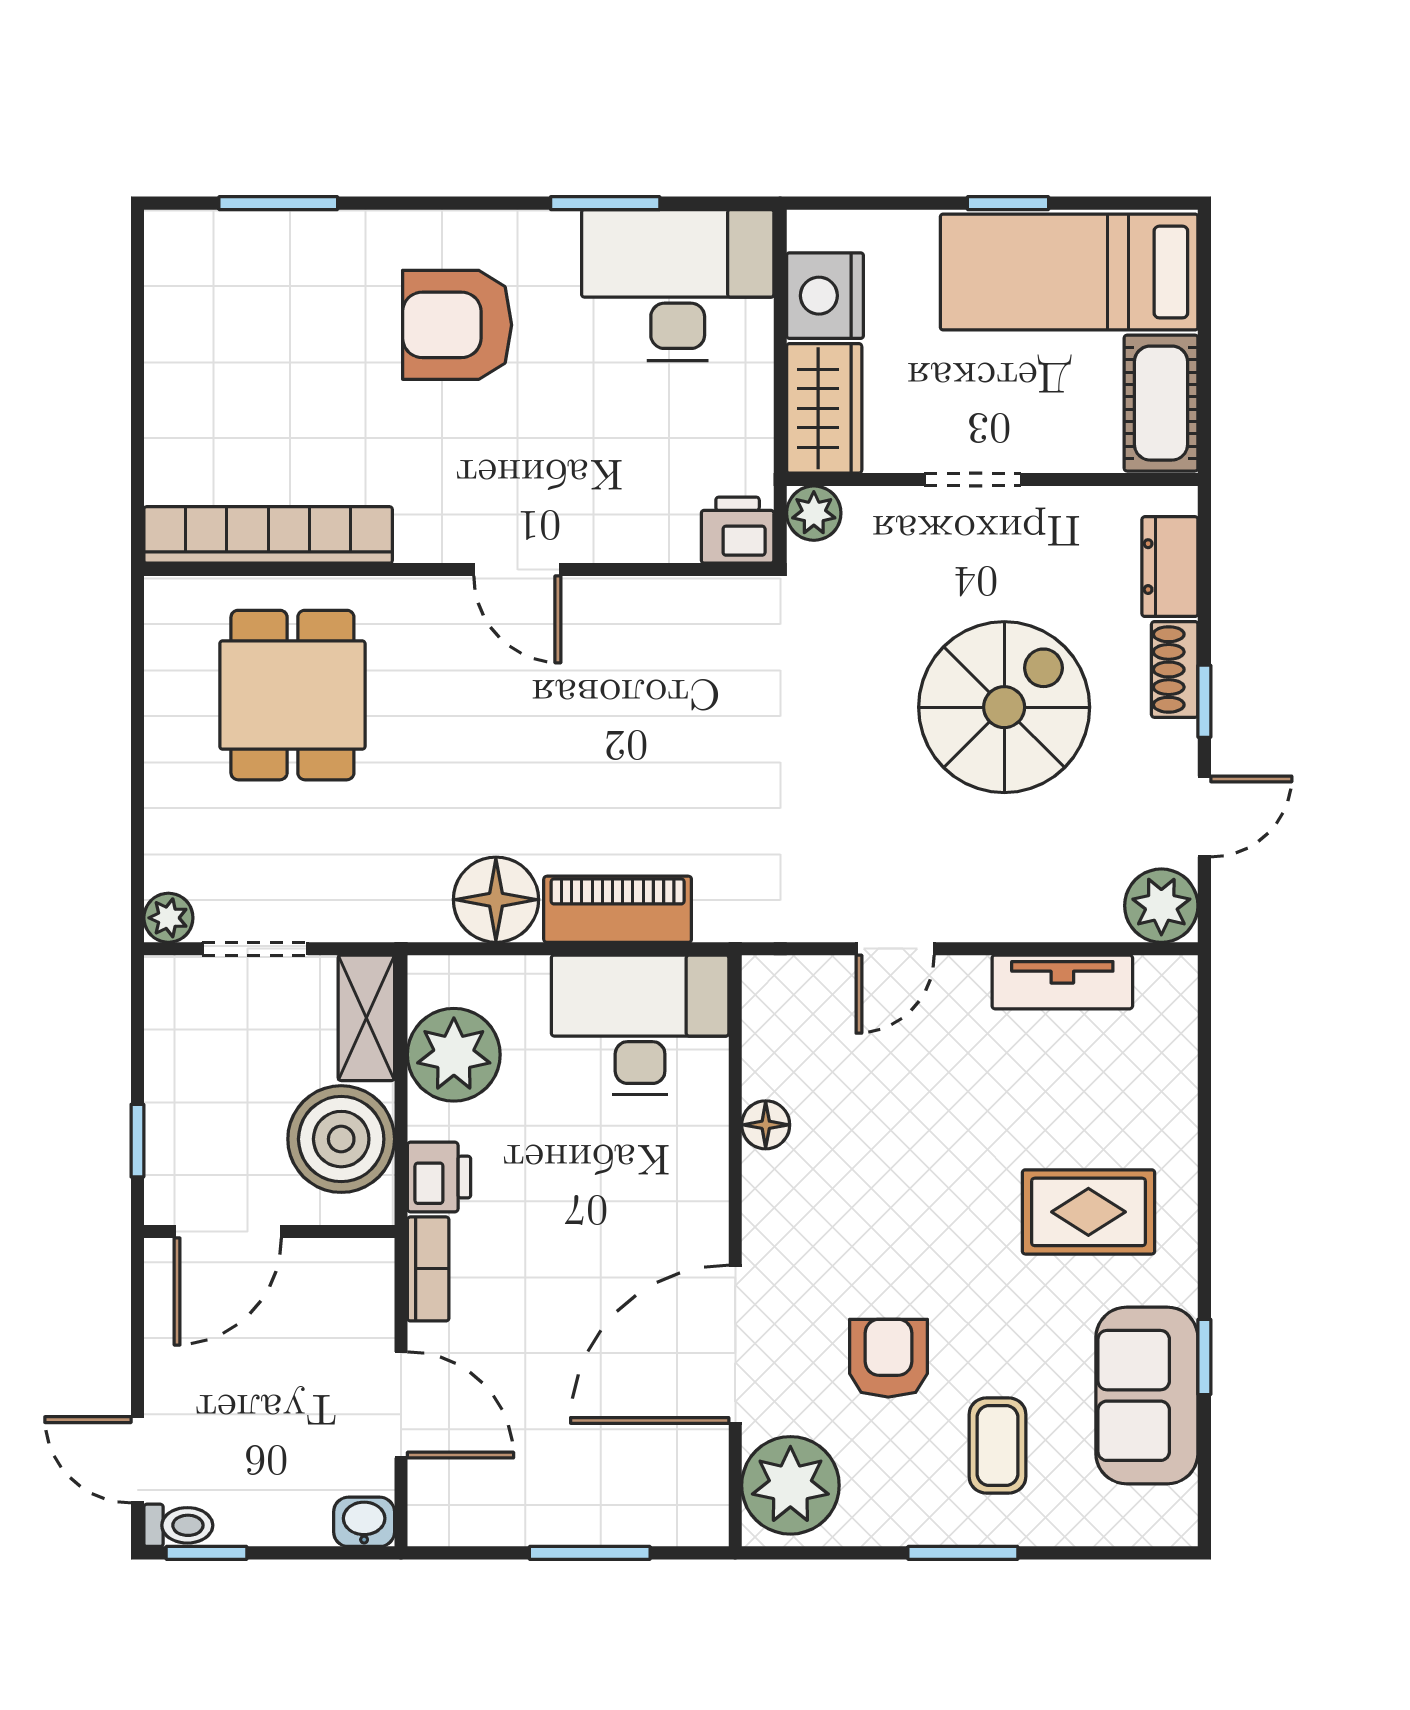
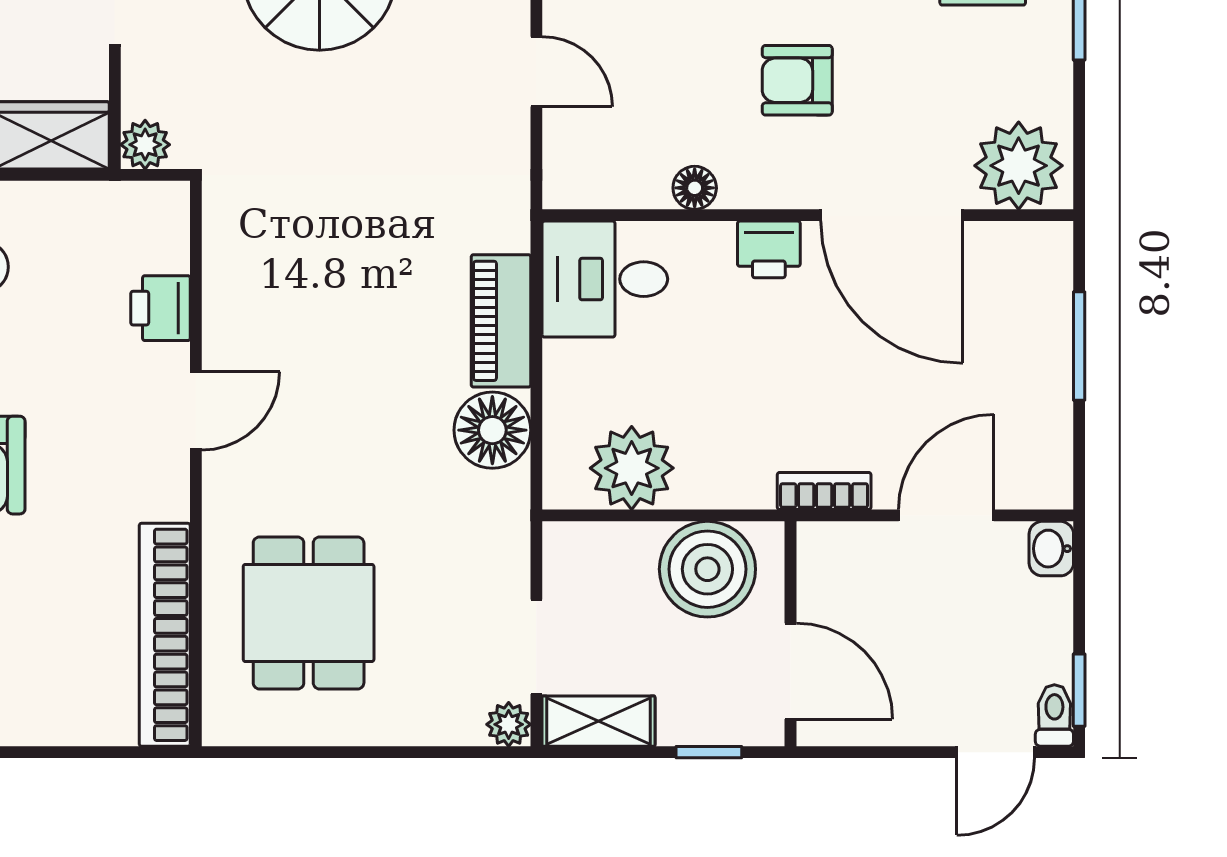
printer: (738, 530) -> (160, 308), moved
dining table: (292, 695) -> (309, 613), turned 90
shelving: (366, 1018) -> (599, 721), moved
desk: (640, 1025) -> (605, 279), width x0.73
printer: (439, 1177) -> (769, 249), moved, turned 180
armchair: (888, 1358) -> (797, 80), moved

